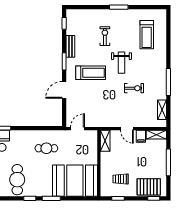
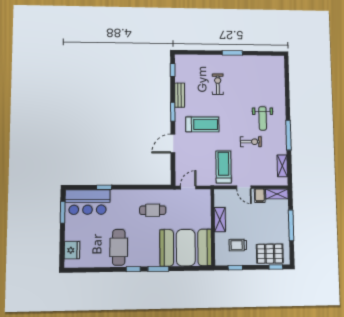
treadmill: (147, 35) -> (224, 167), moved, turned 180
weight bench: (121, 63) -> (263, 118), moved
shelving: (105, 141) -> (220, 220), moved

